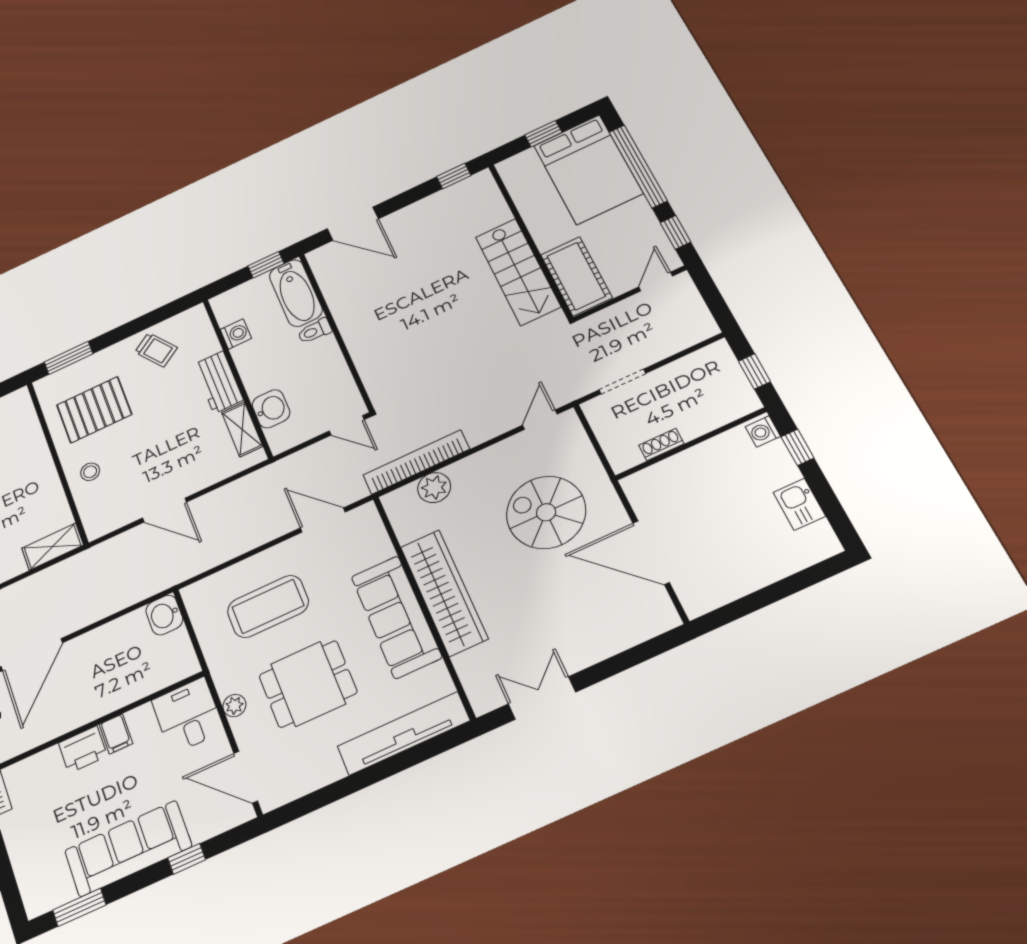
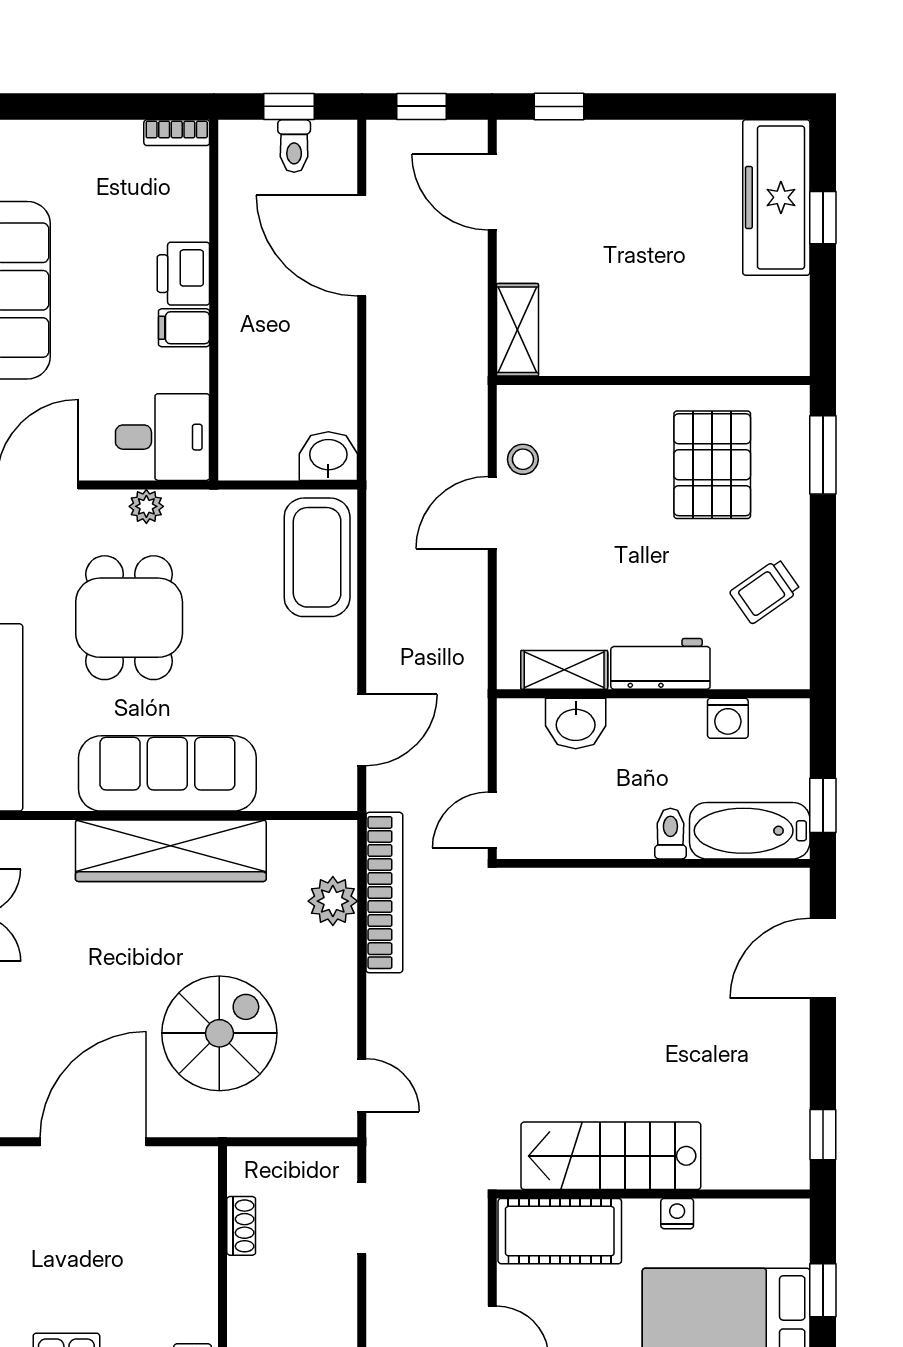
nightstand: (535, 223) -> (677, 1214), added
stool: (90, 472) -> (523, 459), moved
coffee table: (268, 606) -> (317, 557), moved

